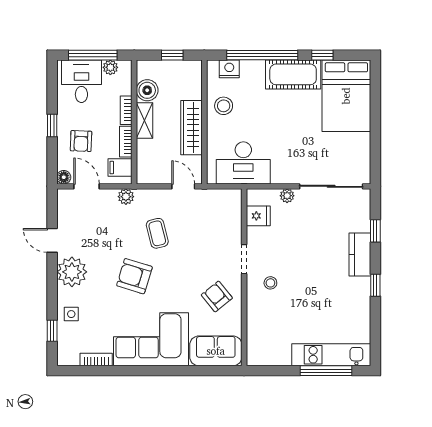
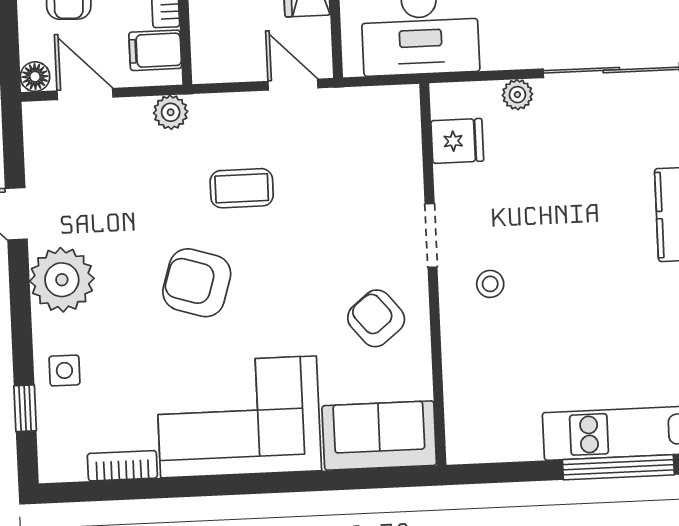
coffee table: (157, 233) -> (242, 188), turned -76

